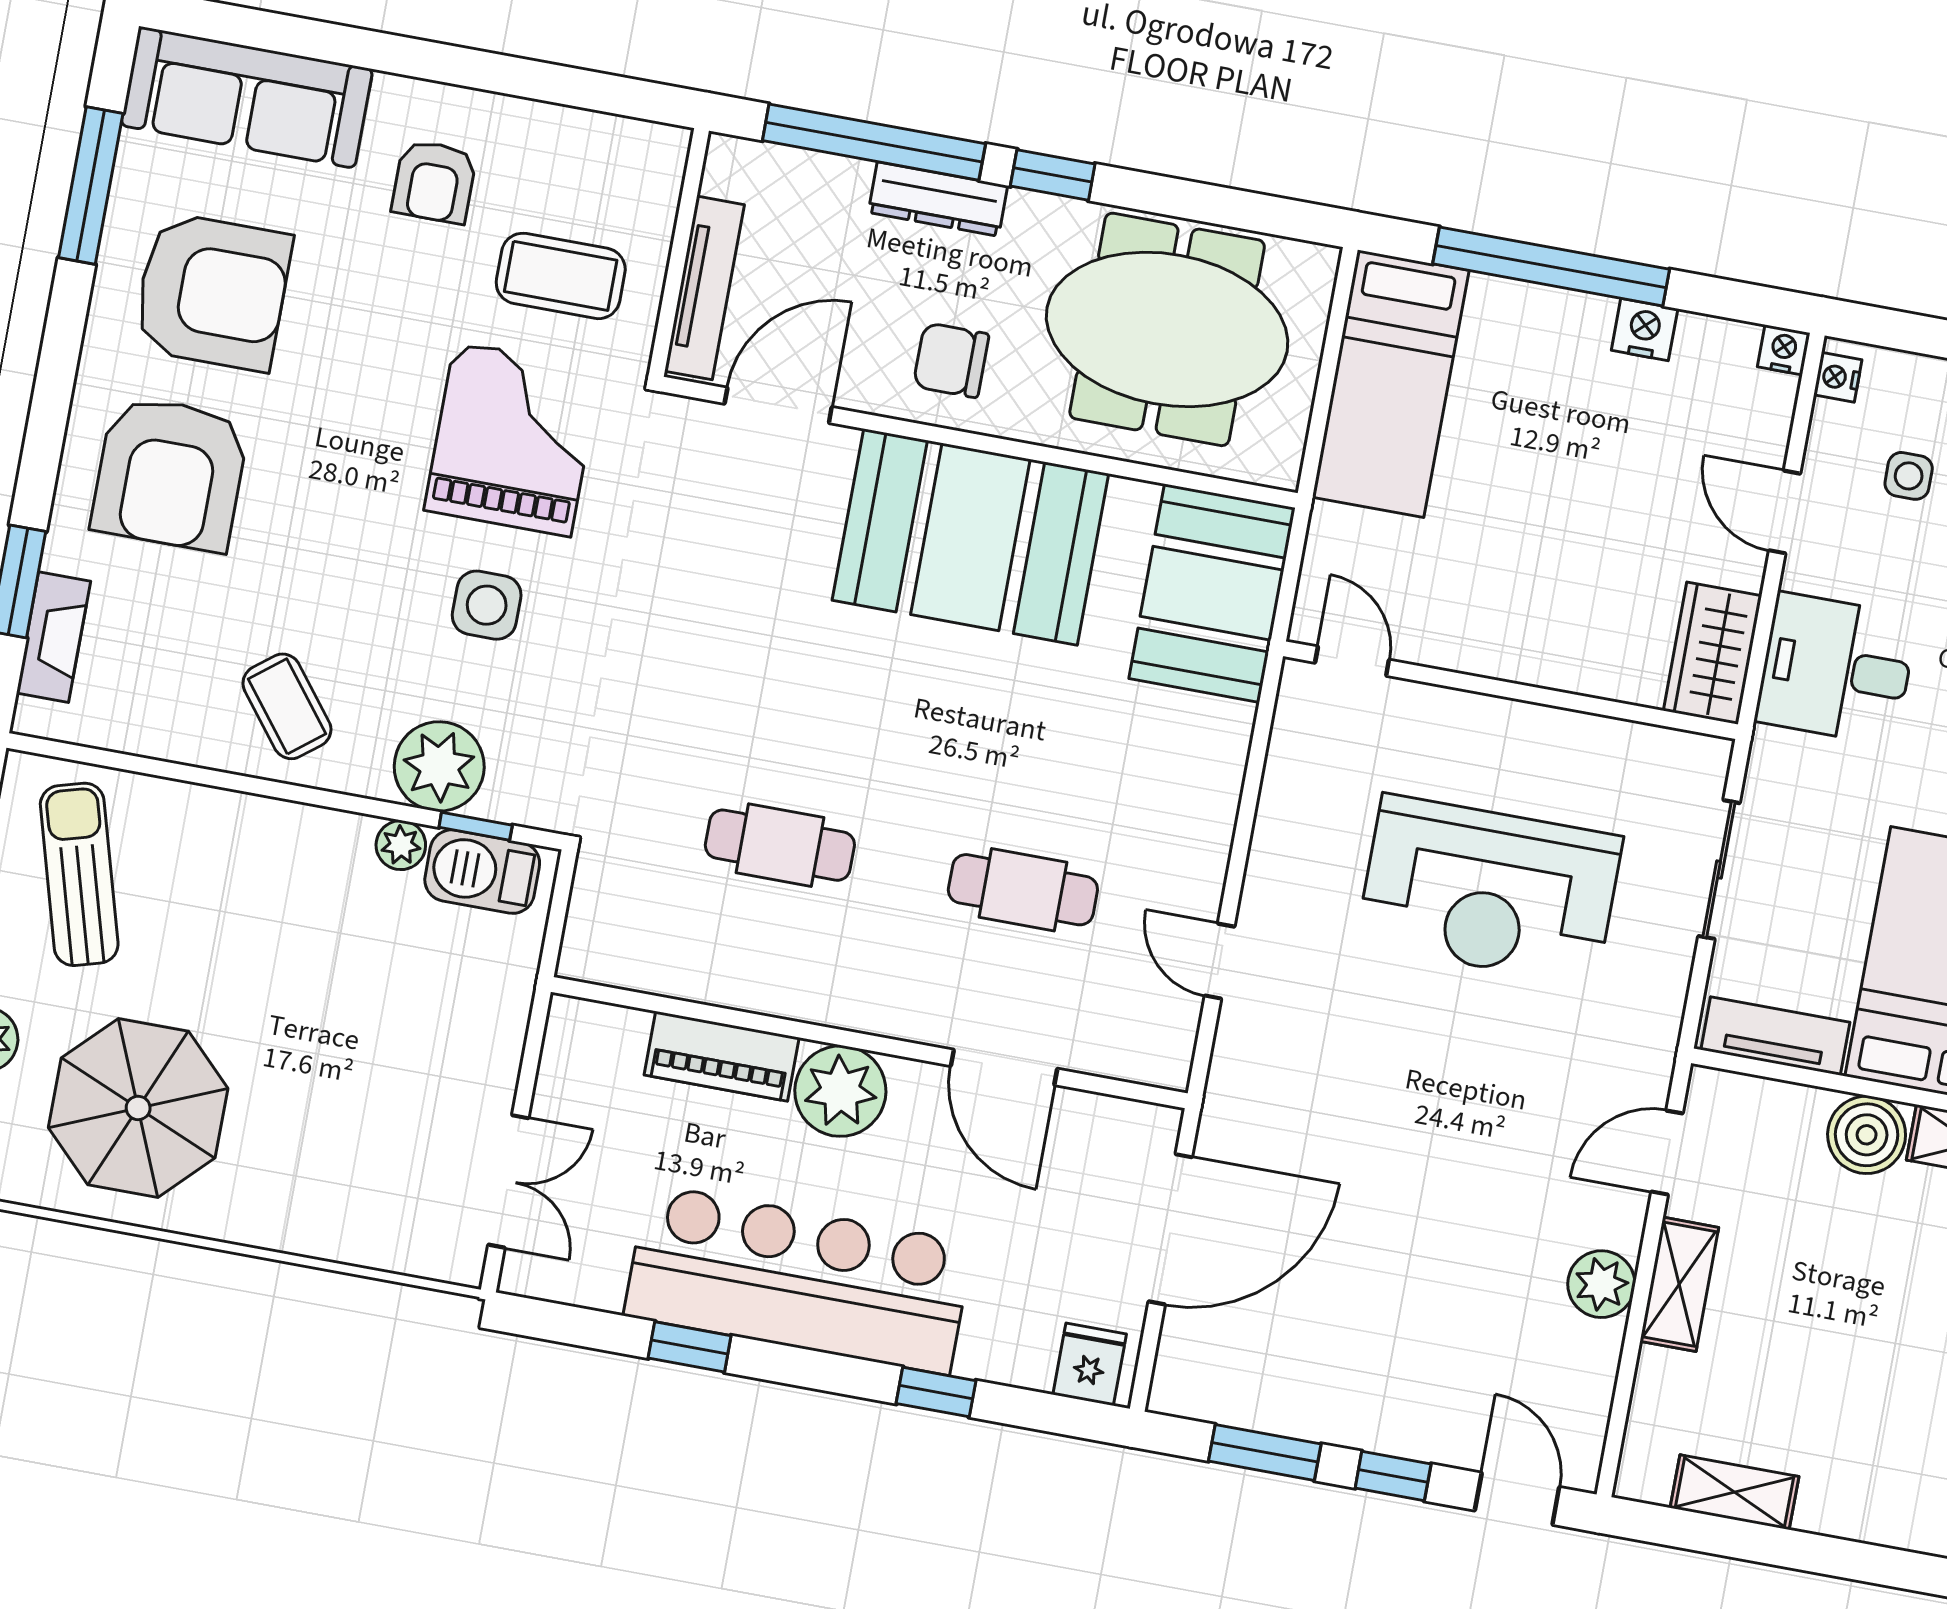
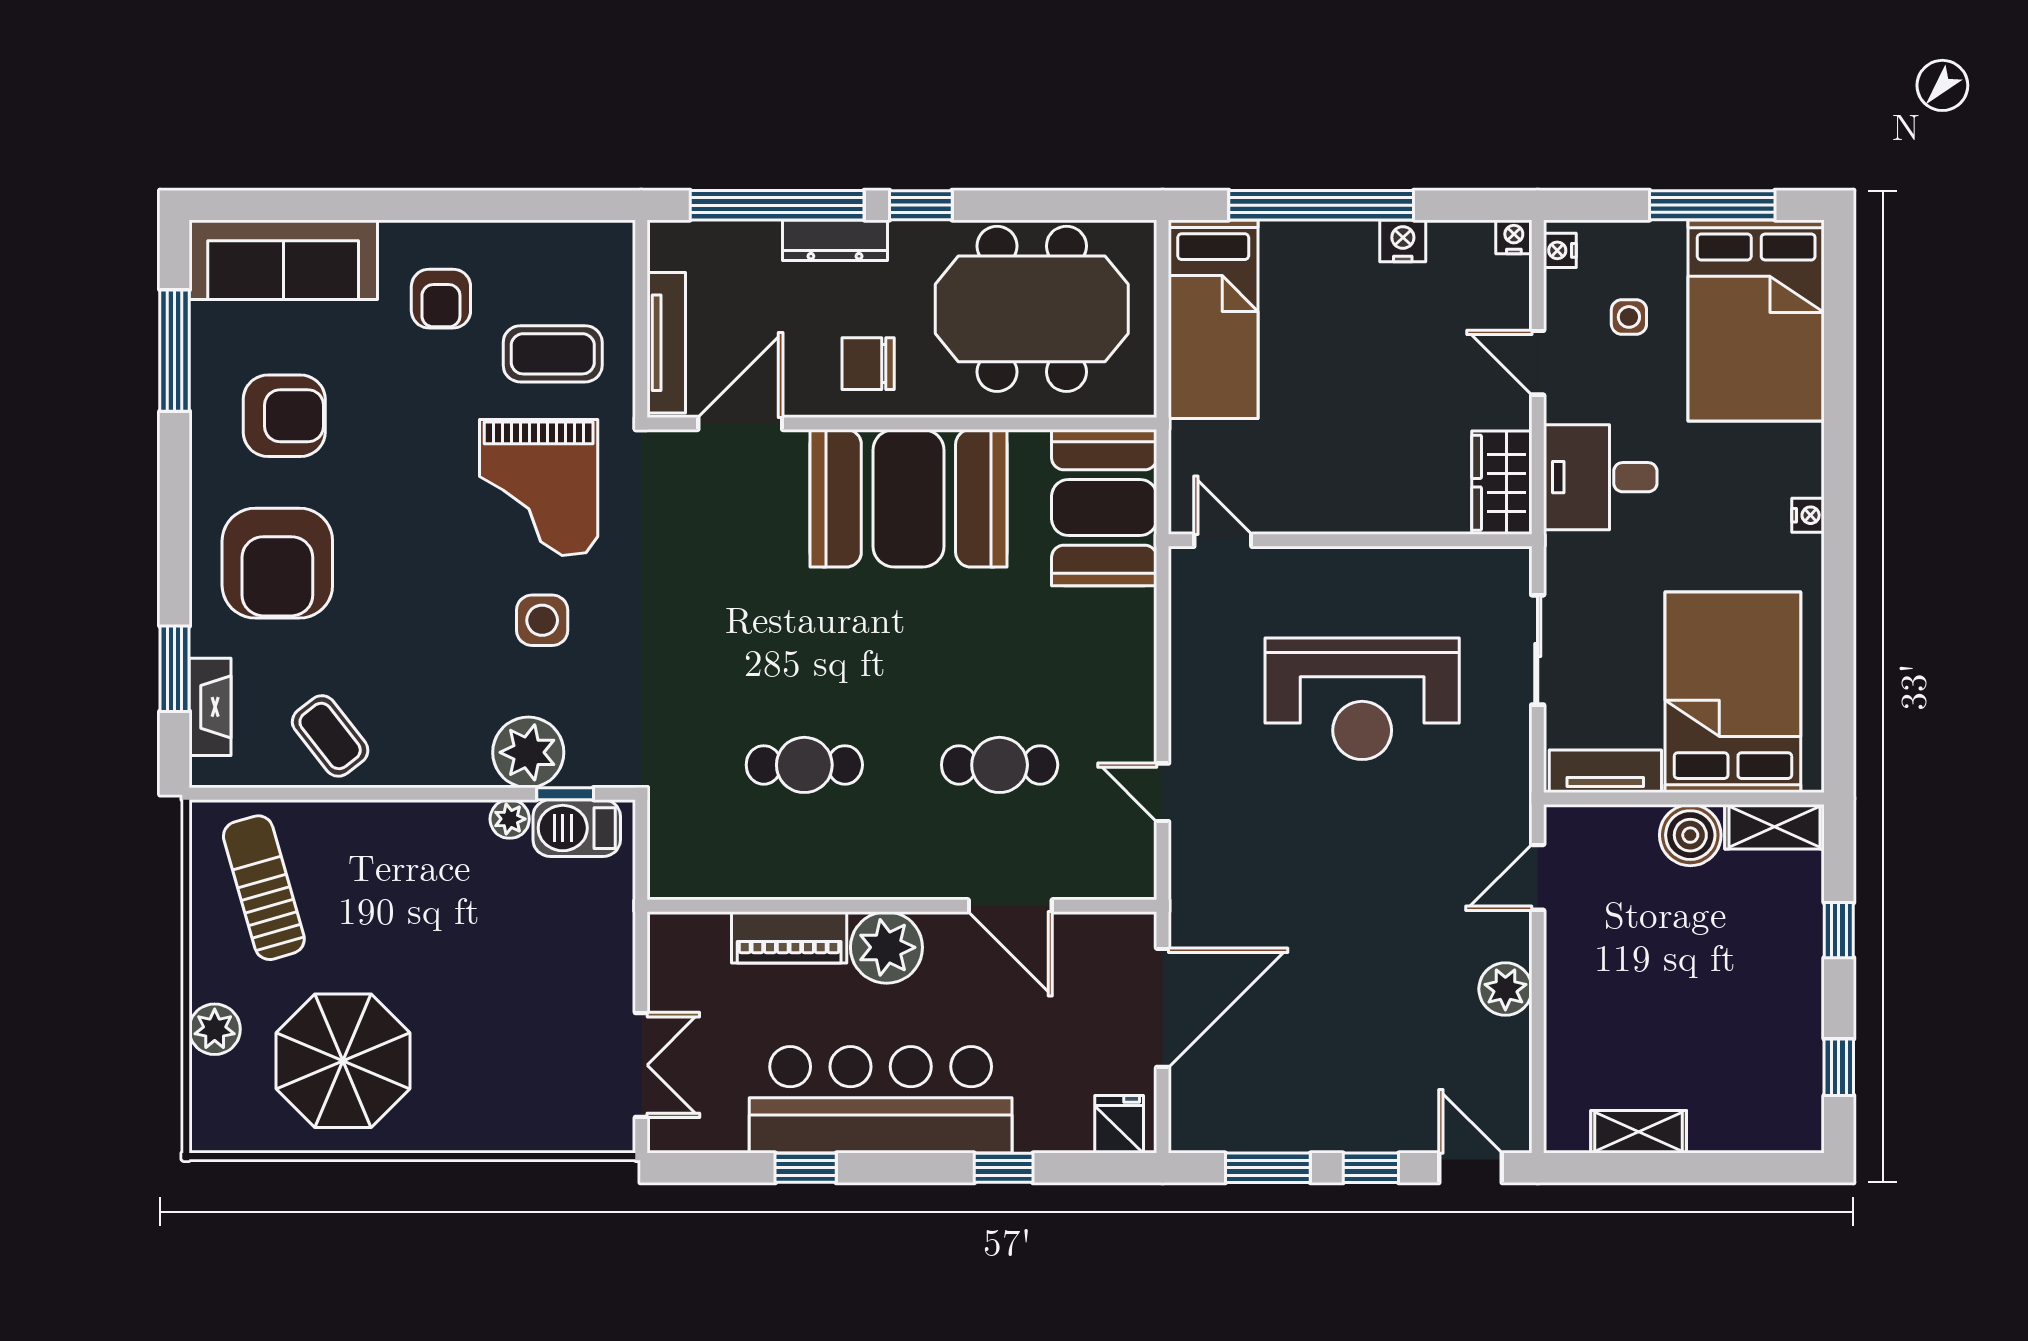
armchair: (212, 292) -> (284, 416), width x0.73, depth x0.73
grand piano: (513, 439) -> (539, 487), turned 180
coffee table: (287, 706) -> (330, 736), moved
shelving: (1679, 1284) -> (1566, 978), removed

